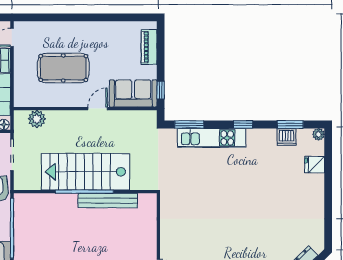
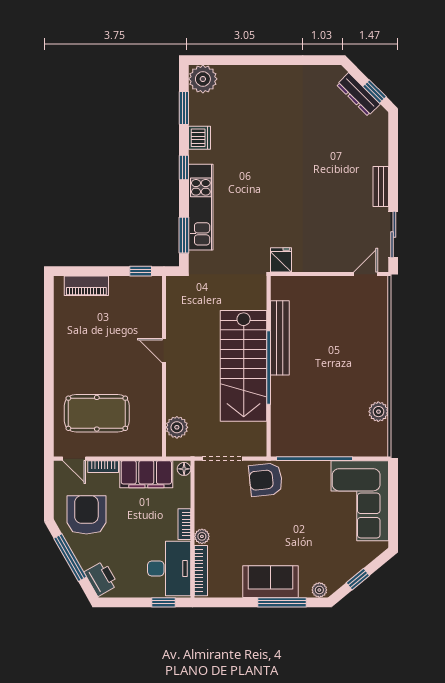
pool table: (63, 68) -> (97, 413), moved, turned 90
sofa: (133, 93) -> (145, 306), removed
plant: (318, 134) -> (203, 79), width x1.88, depth x1.88
dishwasher: (286, 137) -> (200, 138), moved
fridge: (315, 165) -> (281, 260), moved, turned 180

